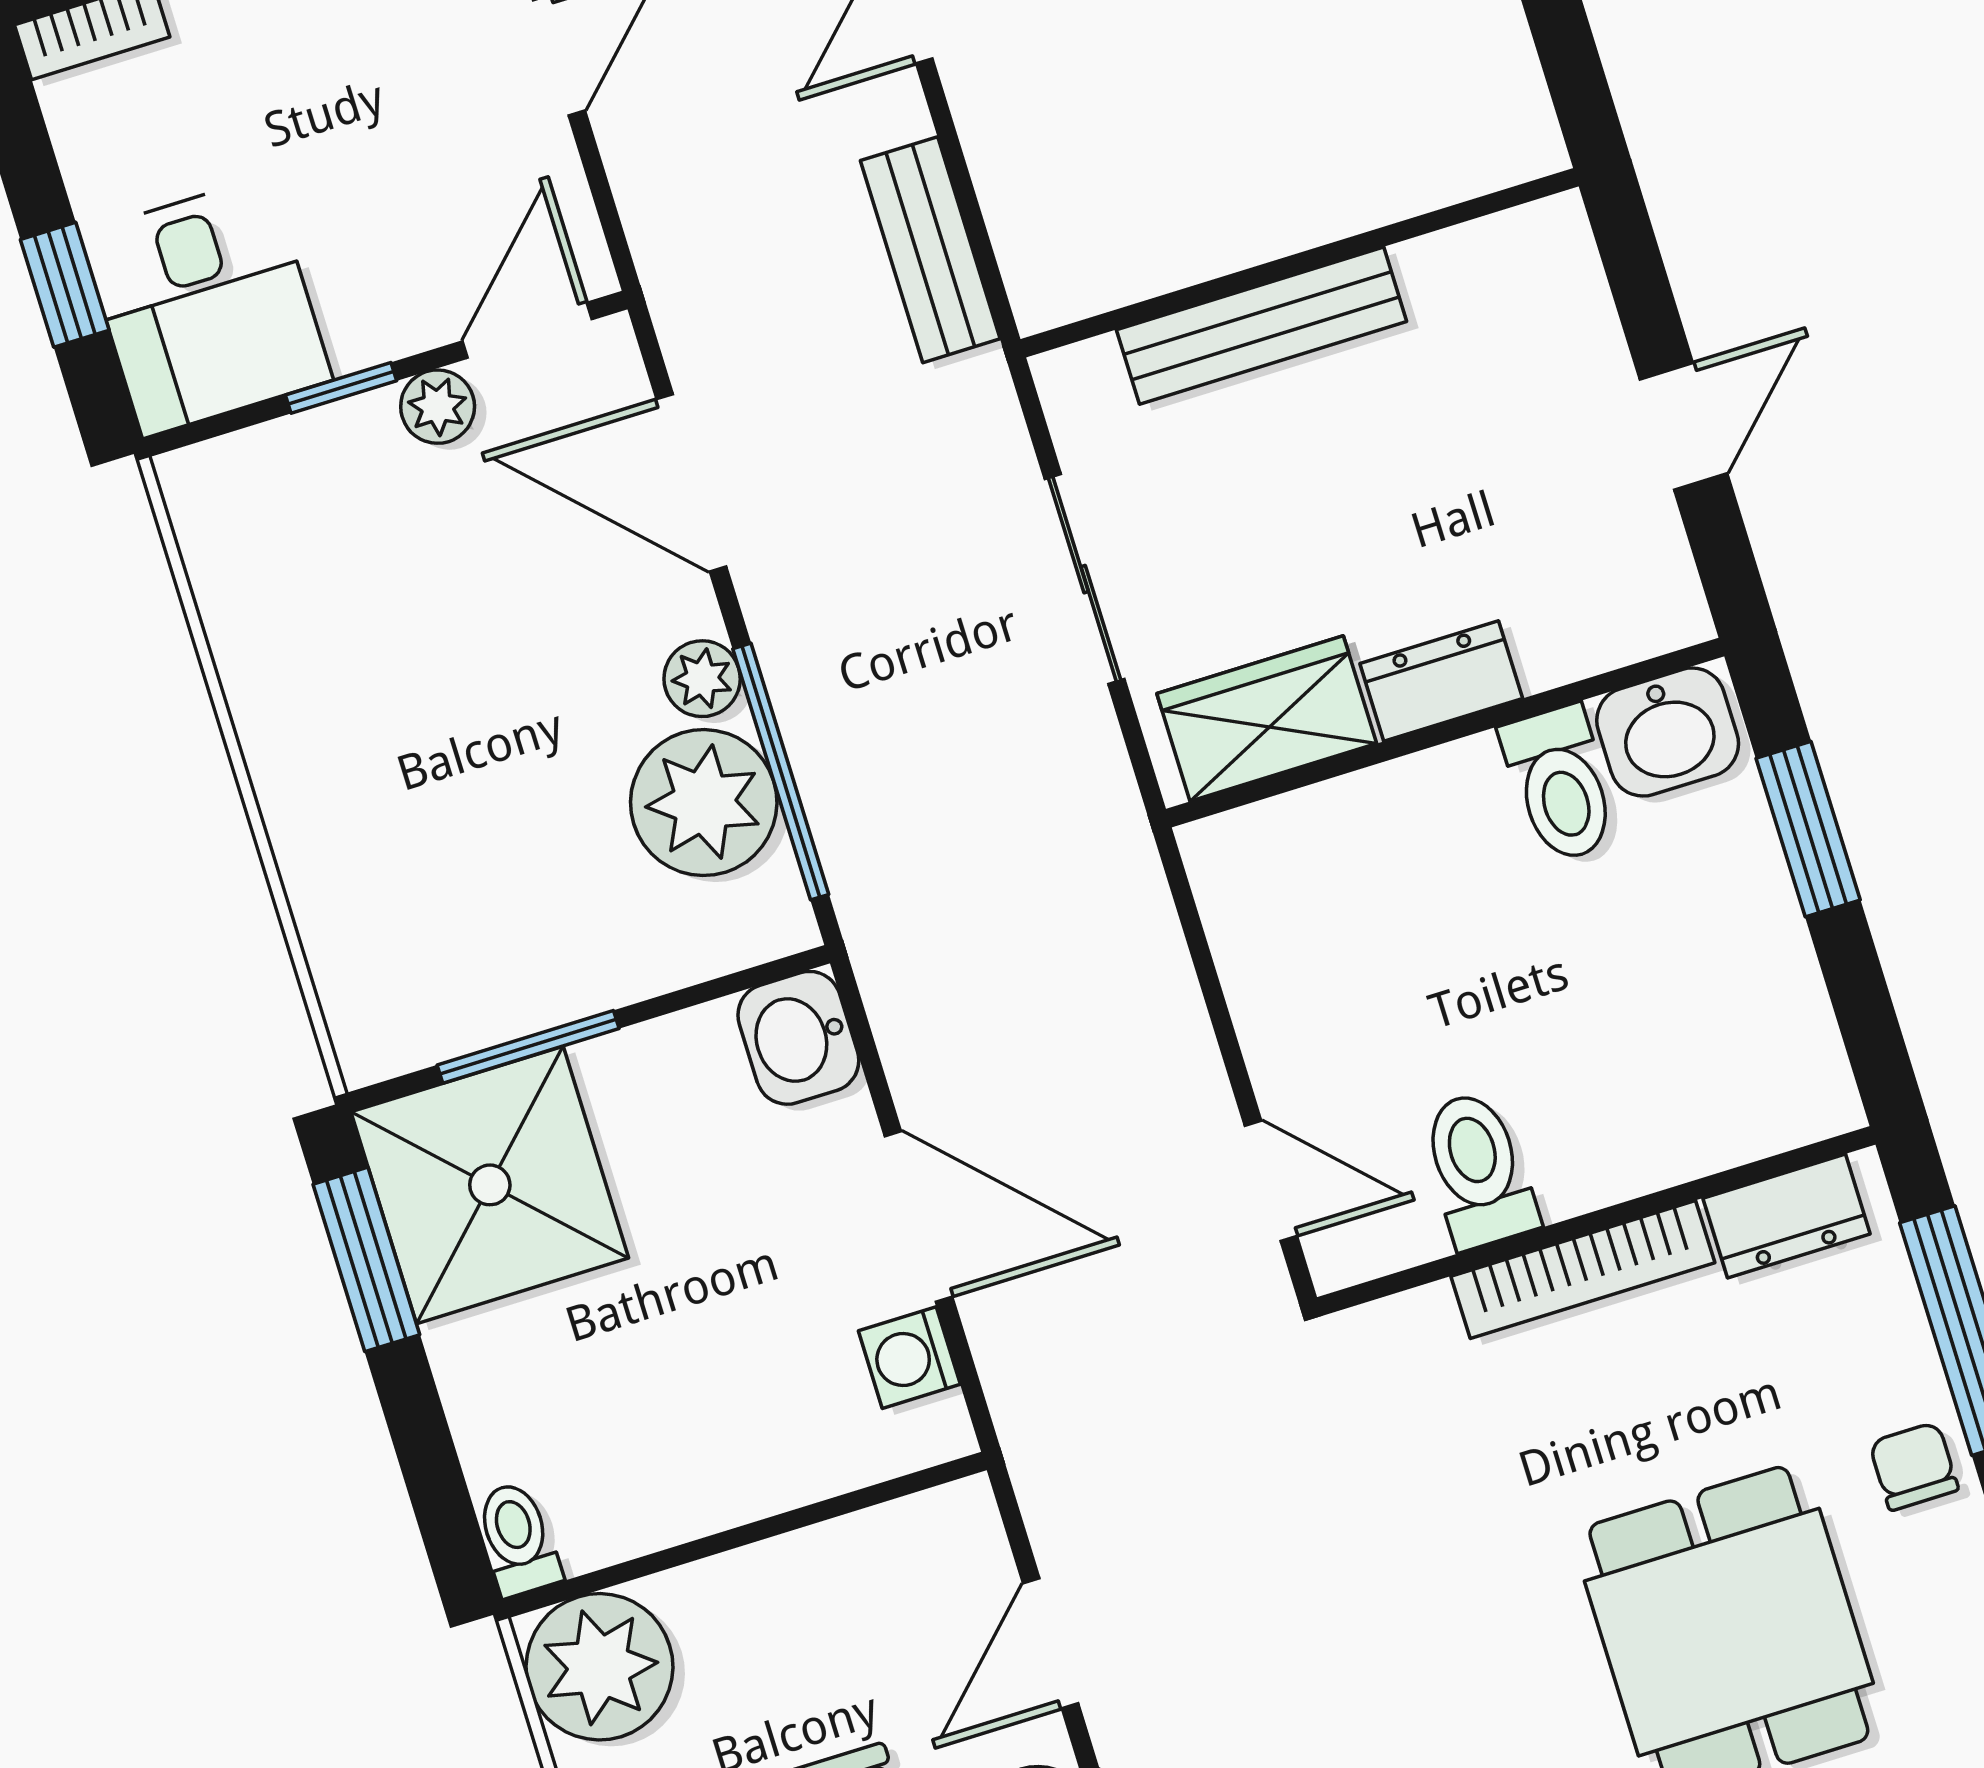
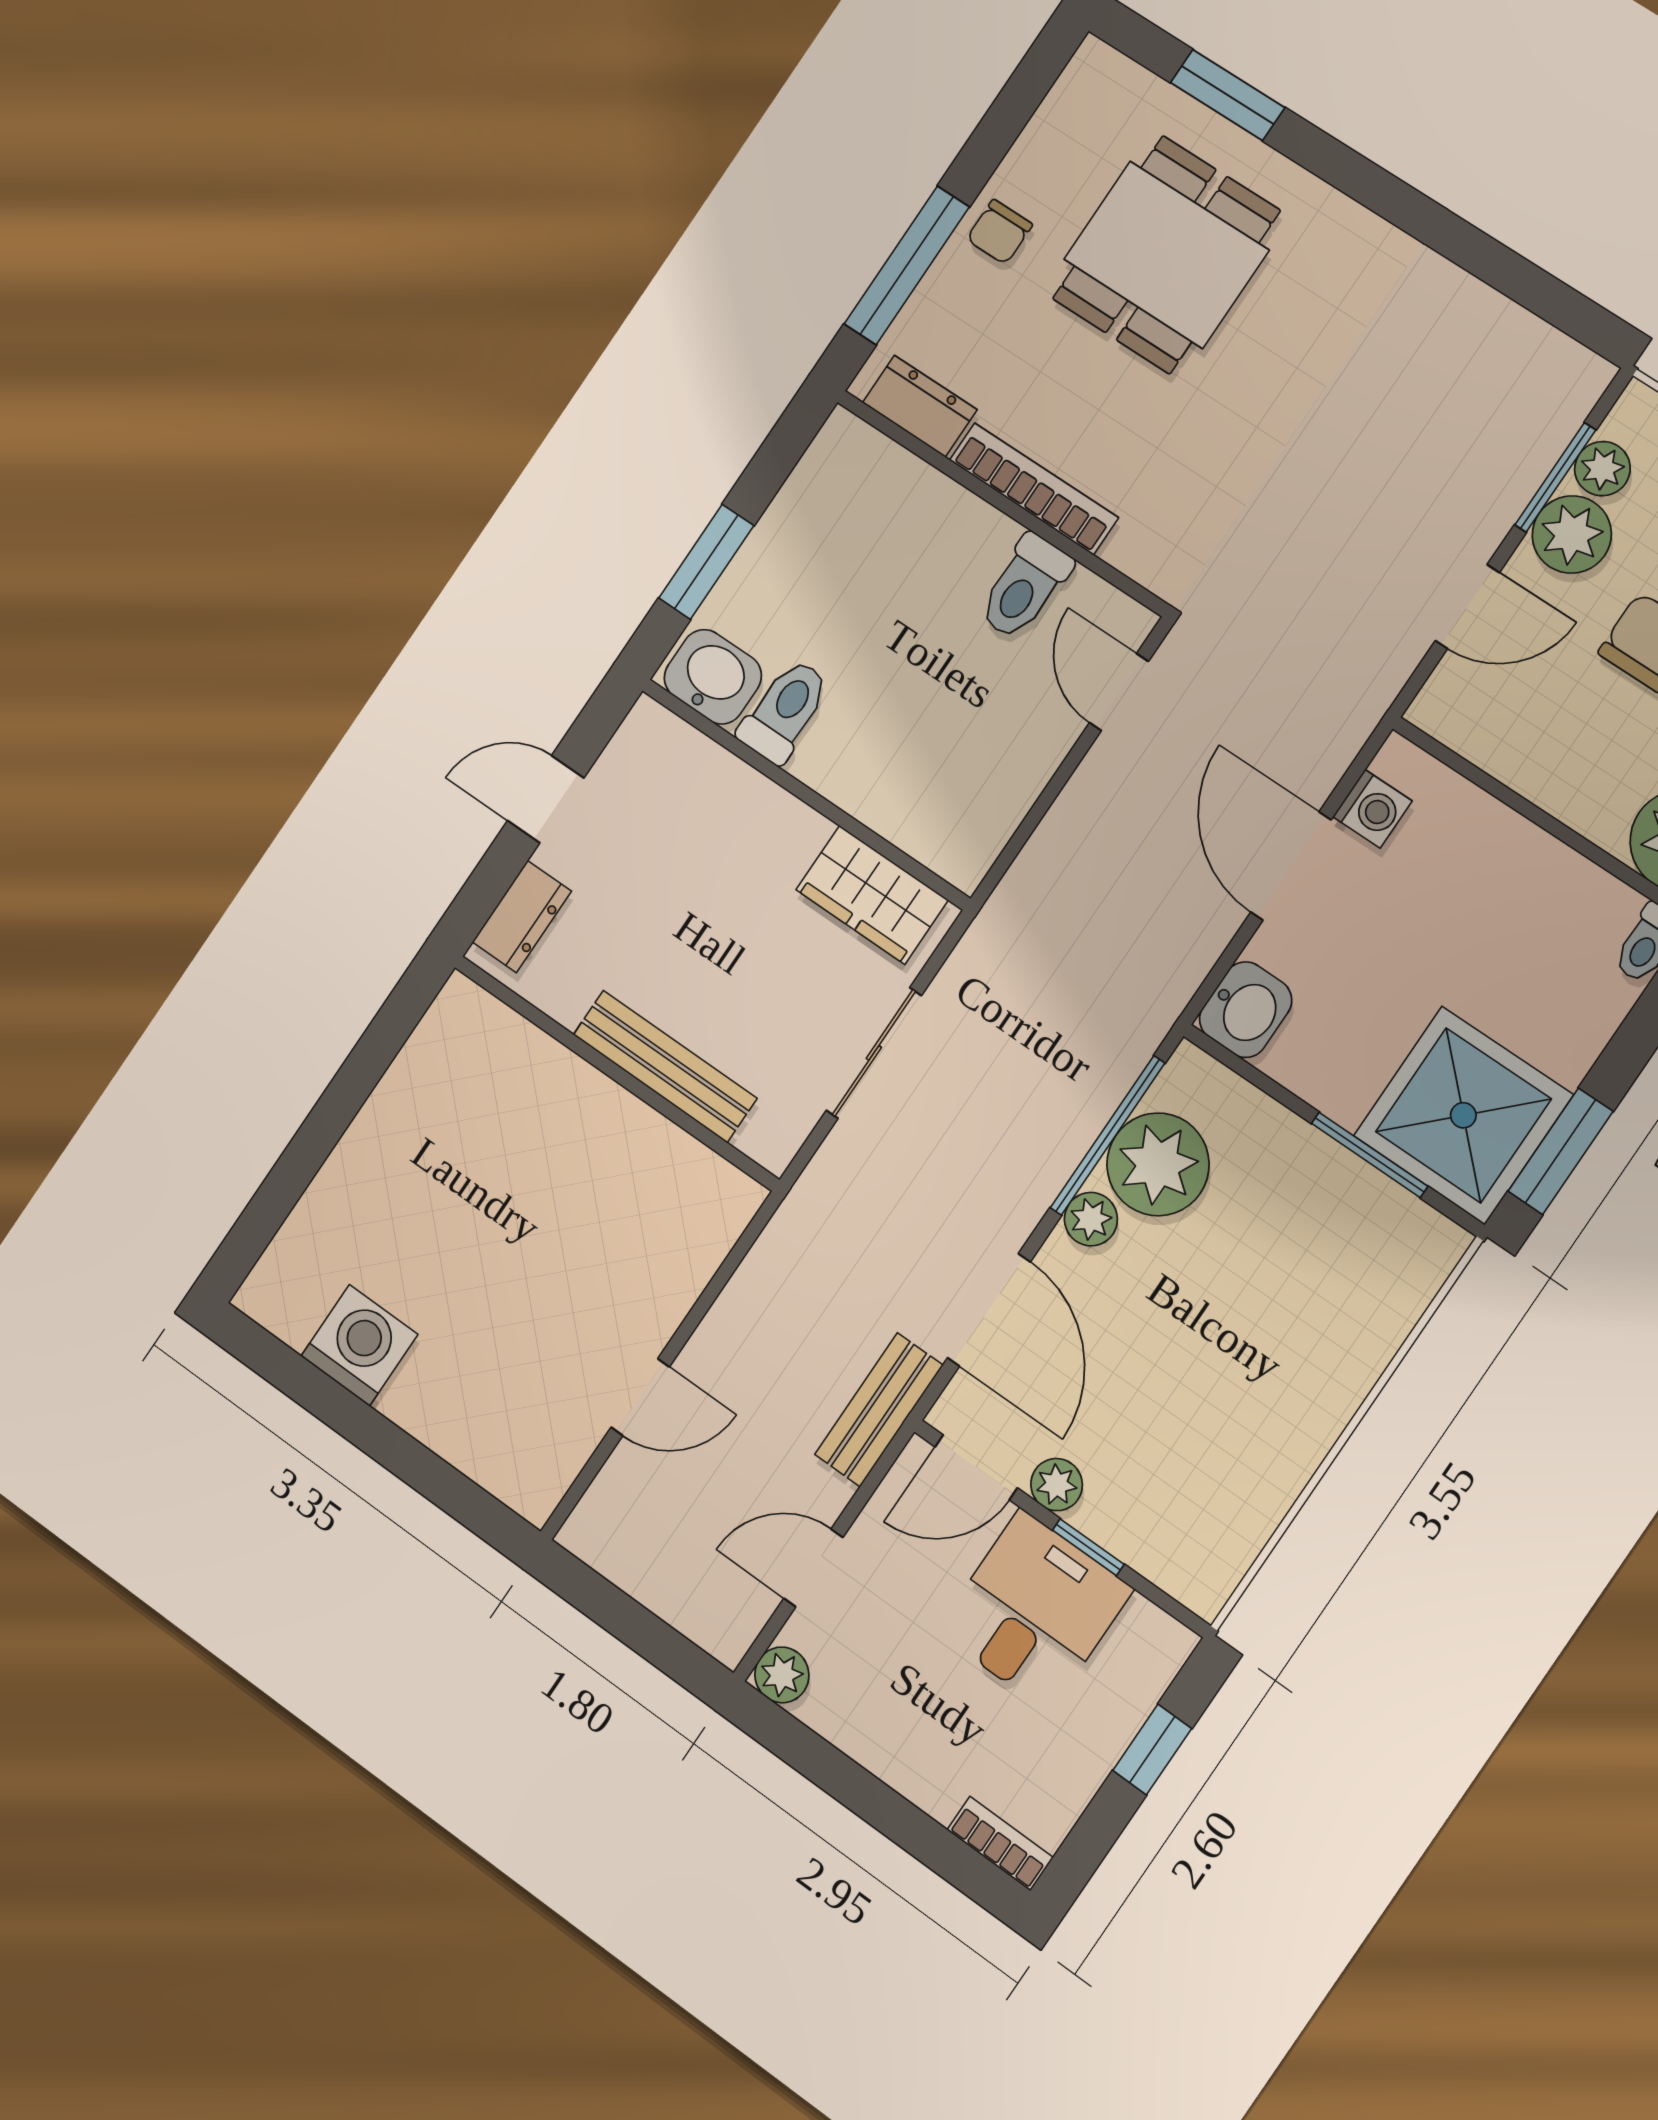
bench: (930, 250) -> (879, 1410), moved
desk: (206, 307) -> (1035, 1610), moved
dresser: (1441, 681) -> (522, 917), moved, turned -90

